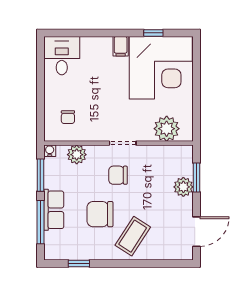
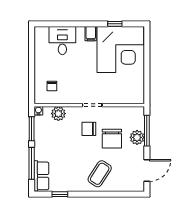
desk: (62, 56) -> (62, 41), moved
plant: (167, 129) -> (125, 95), removed
window: (197, 178) -> (147, 131), width x1.44
row of seats: (54, 210) -> (41, 176), moved
chair: (100, 214) -> (112, 139), moved, turned -90

